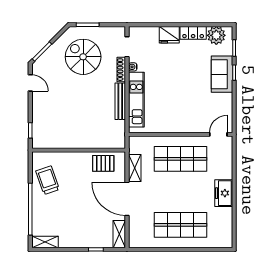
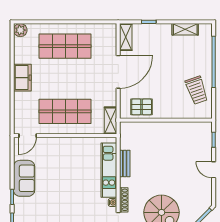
sofa: (222, 74) -> (24, 178), moved
door: (30, 83) -> (214, 170), moved
bench: (120, 101) -> (125, 164), width x0.73
shelving: (135, 168) -> (110, 121), moved
door: (127, 199) -> (118, 72), hinge flipped
plant: (226, 241) -> (20, 30), added
shelving: (45, 242) -> (185, 29), moved

